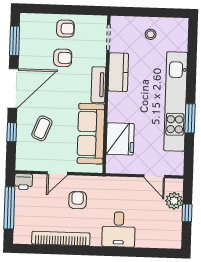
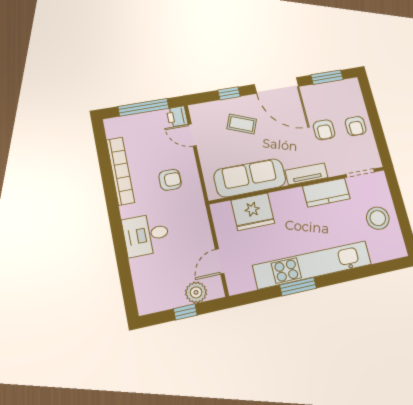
stool: (151, 34) -> (378, 218), width x1.89, depth x1.89
door: (57, 173) -> (192, 135), moved

